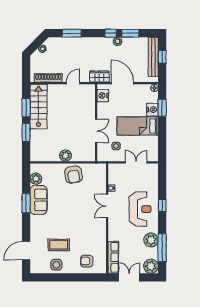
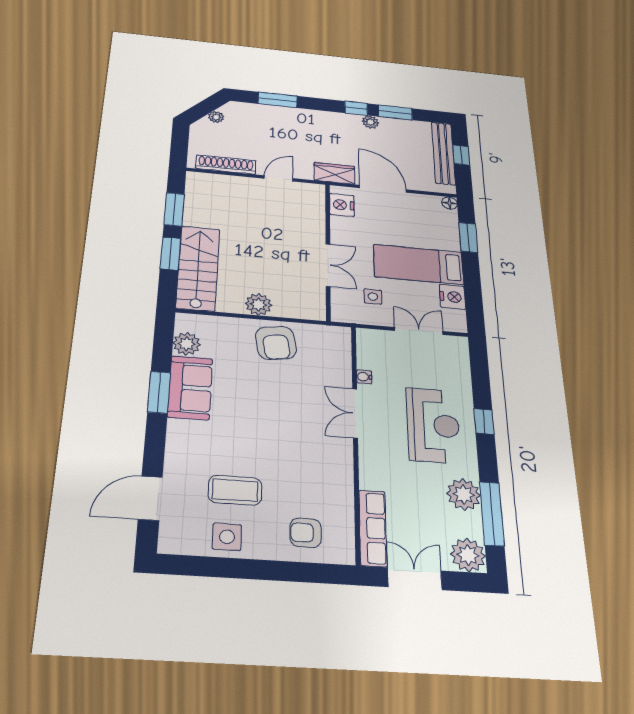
stairs: (38, 107) -> (198, 268), moved
nightstand: (152, 110) -> (452, 297), moved

